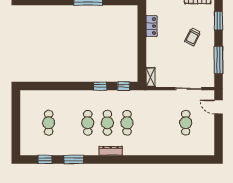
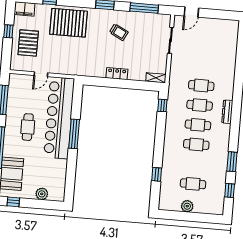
locker: (151, 26) -> (117, 74), moved
window: (100, 86) -> (157, 174), moved
plant: (26, 119) -> (187, 206), added
cafe table: (186, 123) -> (201, 86), moved
dresser: (111, 151) -> (227, 112), moved

